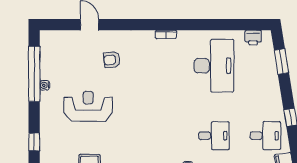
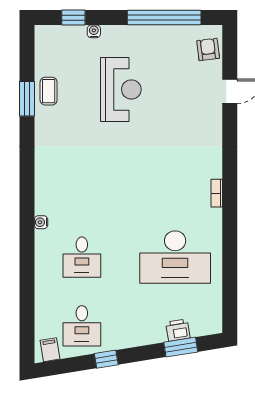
printer: (253, 38) -> (178, 330), moved, turned 81
armchair: (112, 60) -> (208, 49), moved
water cooler: (45, 85) -> (94, 31), moved

